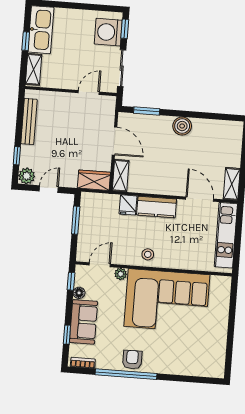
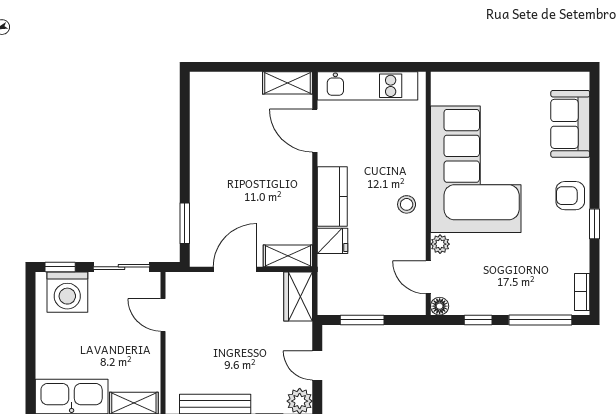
boiler: (182, 126) -> (204, 167), removed
door: (200, 199) -> (315, 131), hinge flipped
window: (71, 281) -> (478, 320), moved
floor lamp: (79, 293) -> (440, 306), moved
sofa: (84, 322) -> (570, 124), moved, turned -90
window: (67, 335) -> (540, 320), width x2.17
armchair: (132, 360) -> (570, 196), moved
window: (126, 374) -> (594, 224), width x0.32

